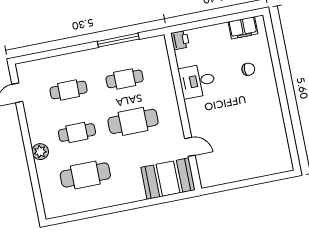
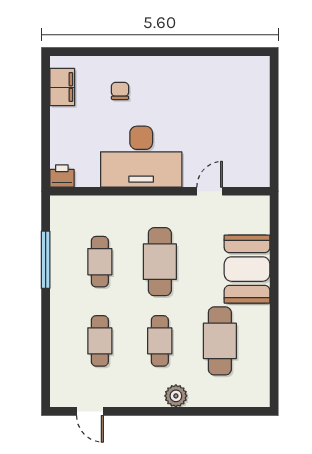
desk: (197, 81) -> (141, 157), width x1.87, depth x1.30
booth: (168, 179) -> (247, 269), moved

